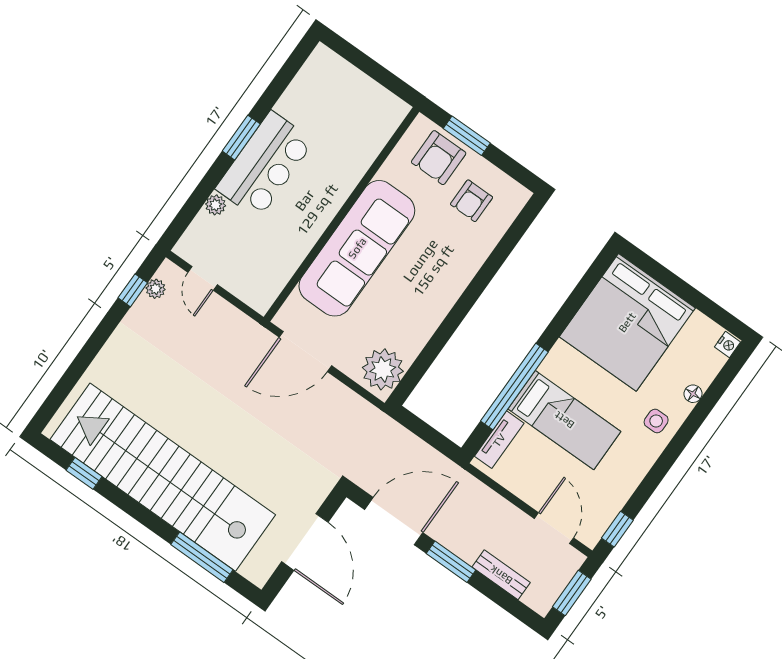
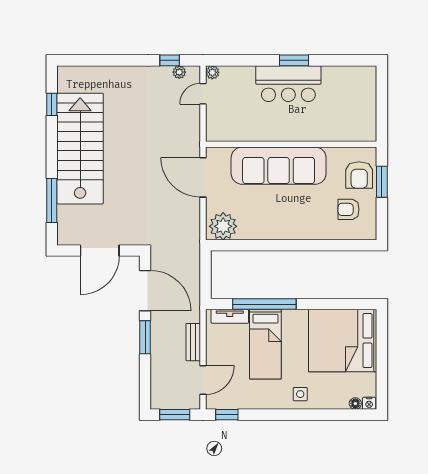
armchair: (439, 158) -> (359, 175), turned -90
plant: (216, 205) -> (212, 72), moved
floor lamp: (693, 394) -> (355, 404), moved
stairs: (163, 477) -> (80, 149), width x0.73
bench: (501, 575) -> (193, 342), moved

